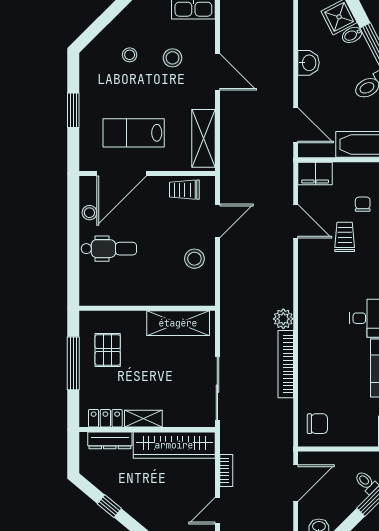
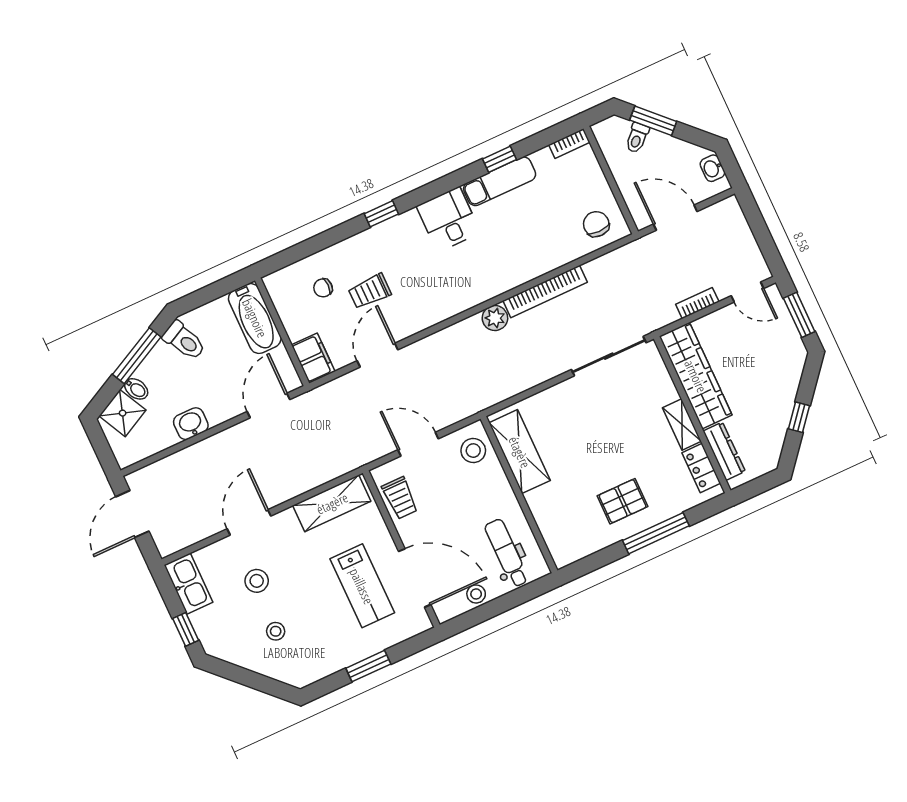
wall: (147, 308) -> (519, 495), moved
shelving: (178, 323) -> (520, 452), moved

